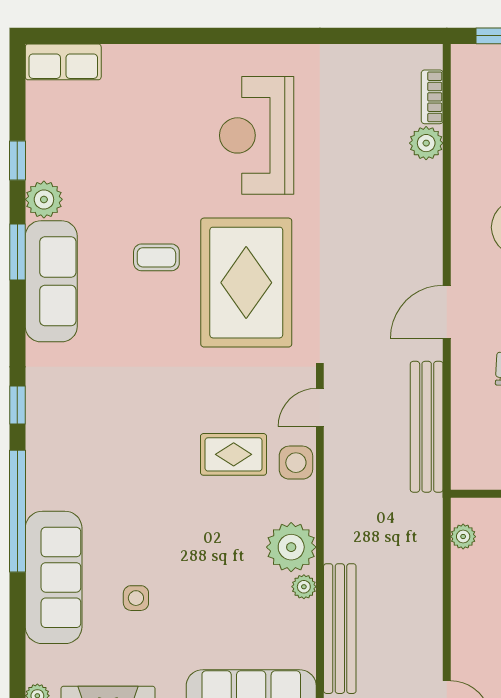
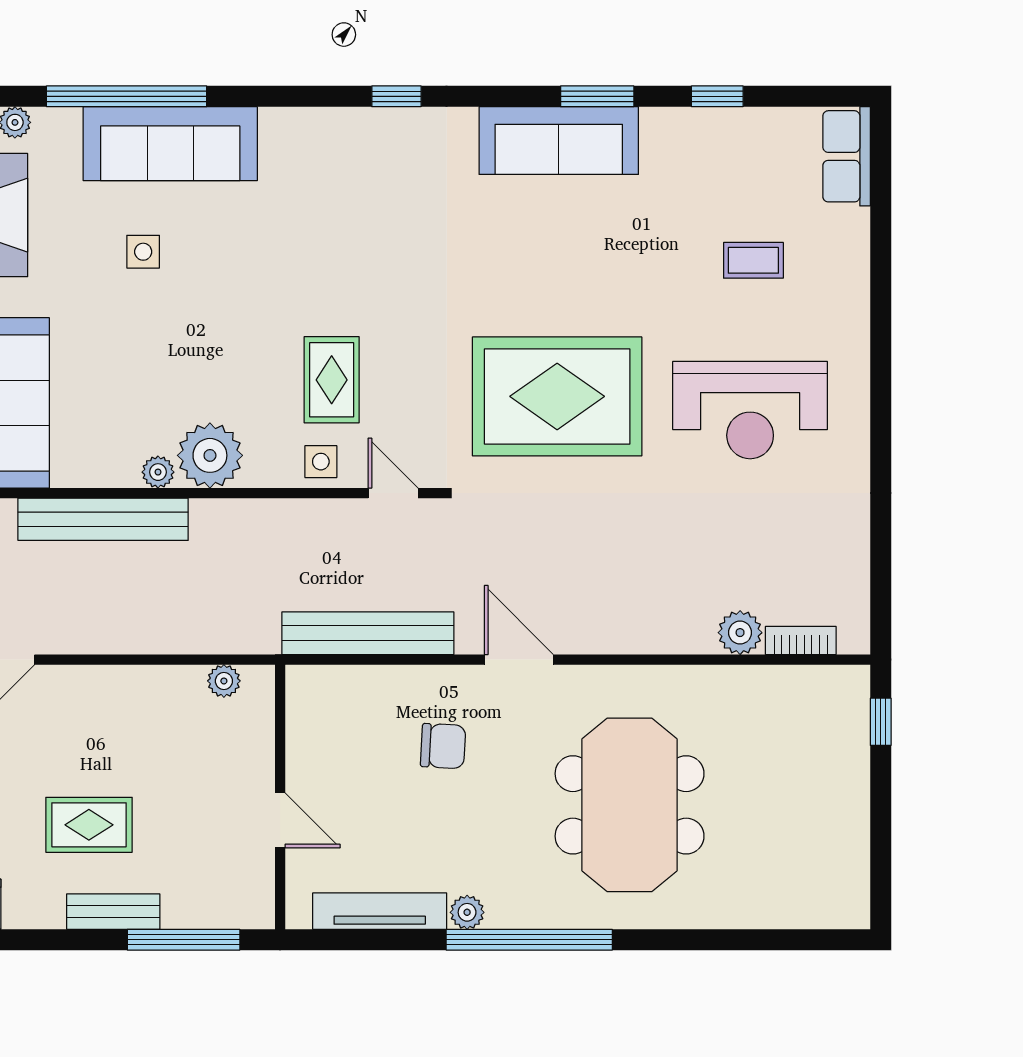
reception desk: (257, 135) -> (750, 410), turned 180
plant: (44, 199) -> (666, 131), removed
coffee table: (156, 257) -> (753, 260), moved, turned 90
side table: (296, 463) -> (321, 462), width x0.73, depth x0.73
window: (17, 511) -> (127, 96), moved

